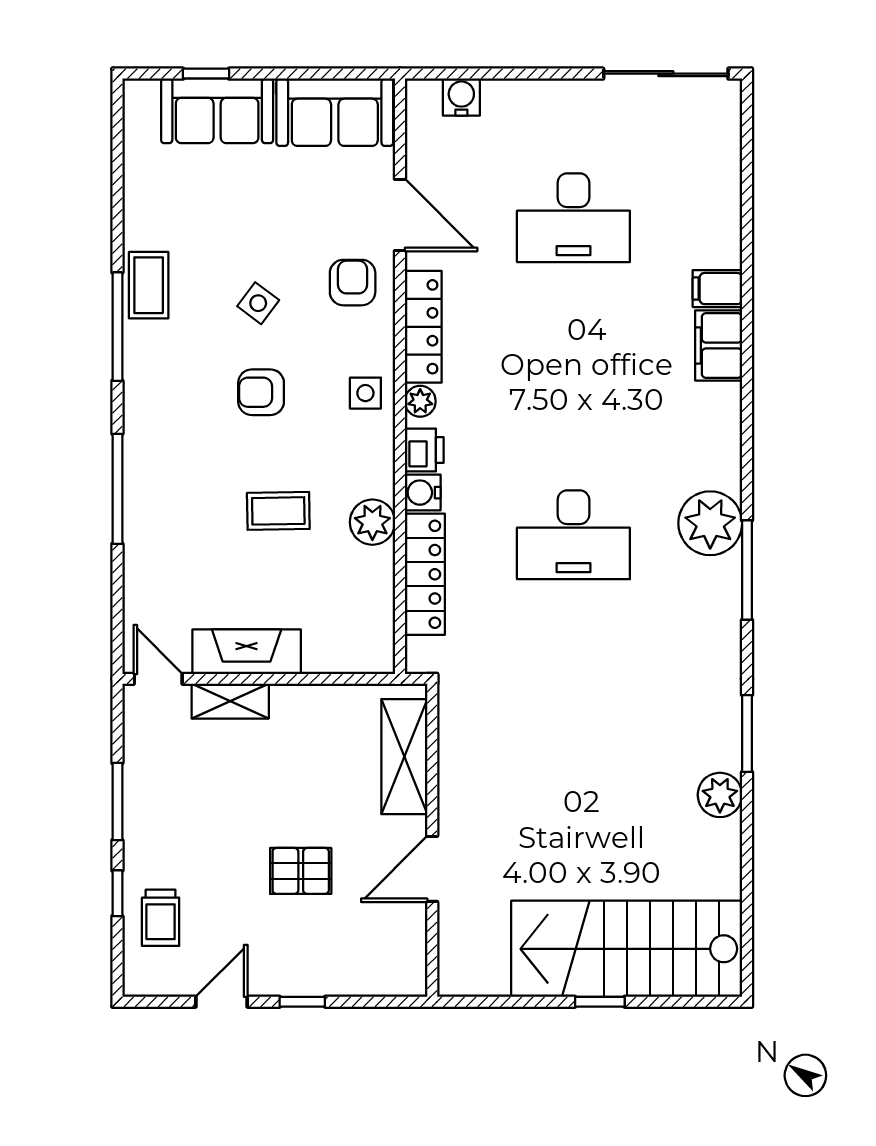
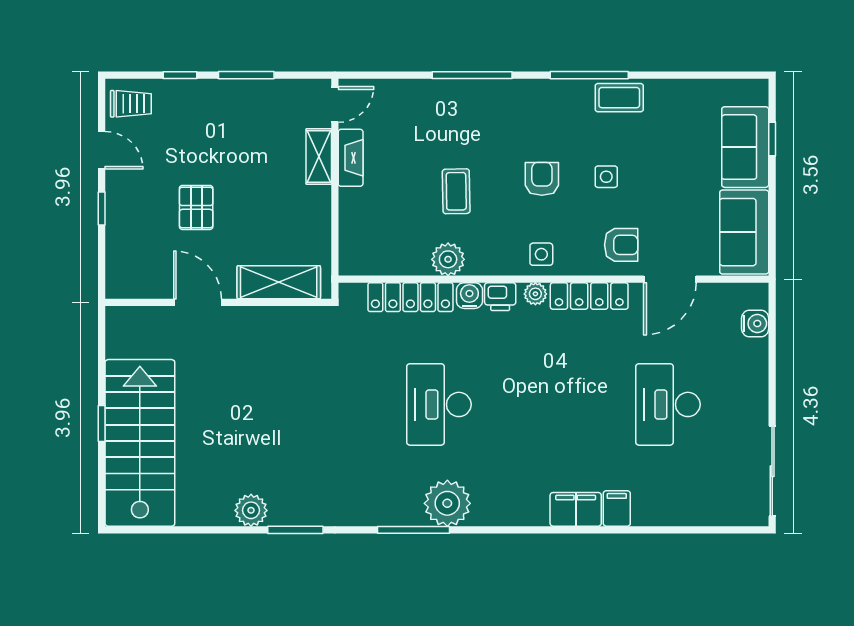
side table: (258, 303) -> (606, 177), turned -37
fireplace: (247, 652) -> (351, 158), width x0.73, depth x0.76
trolley: (161, 918) -> (131, 104), moved, turned 180

